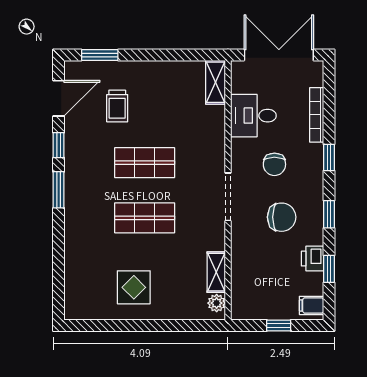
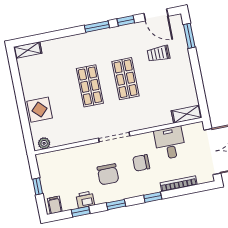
shelving: (216, 272) -> (28, 50), moved
display table: (134, 287) -> (40, 110), moved

